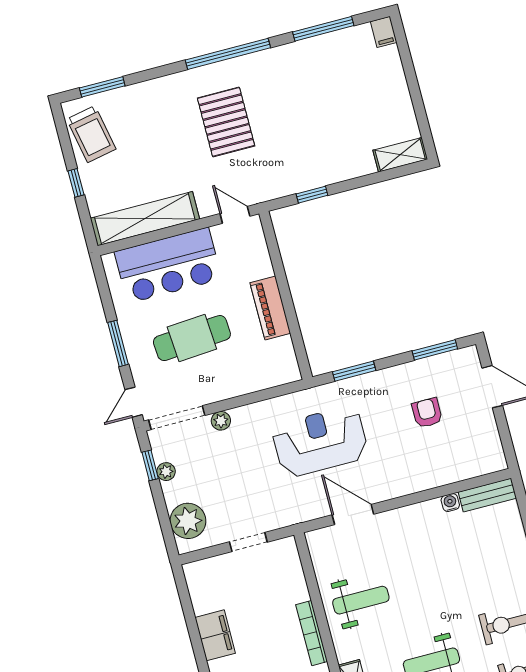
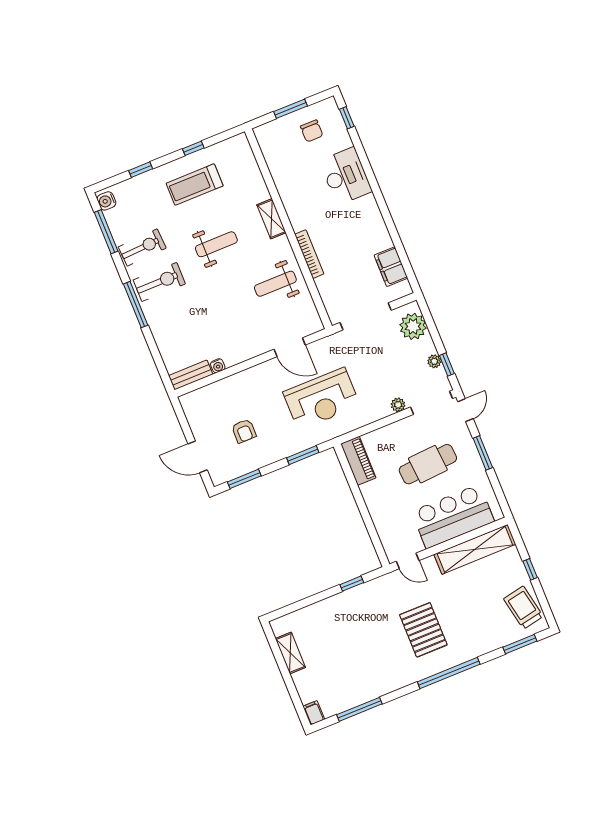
window: (228, 54) -> (449, 673), moved
shelving: (400, 155) -> (290, 653), moved, turned 90
piano: (270, 308) -> (358, 461), moved
doorway: (248, 542) -> (366, 316), width x1.88
filing cabinet: (215, 635) -> (391, 267), moved

